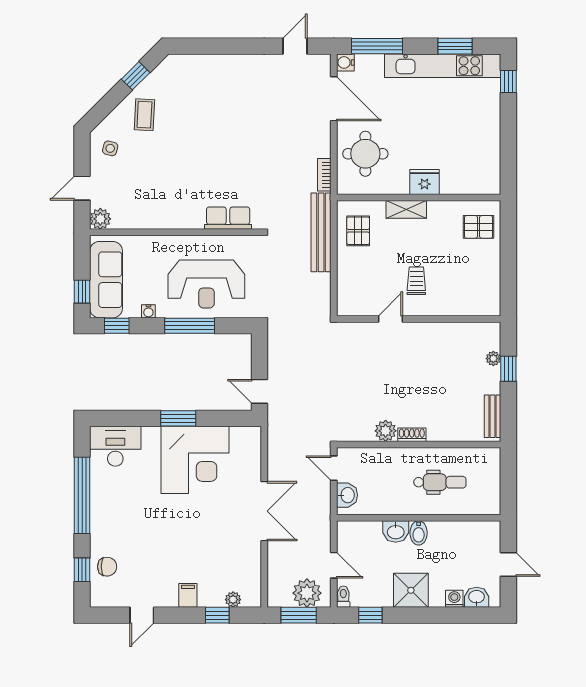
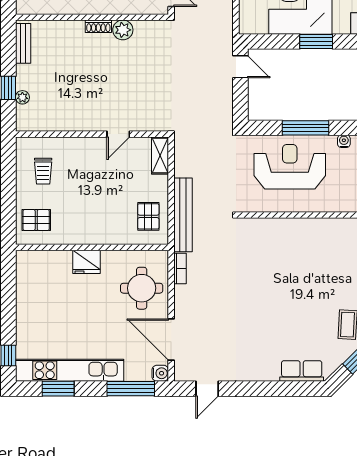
shelving: (406, 209) -> (160, 156), moved, turned 90
row of seats: (228, 218) -> (302, 371), moved, turned 180
trolley: (416, 281) -> (43, 171), moved

